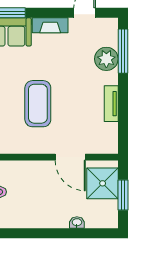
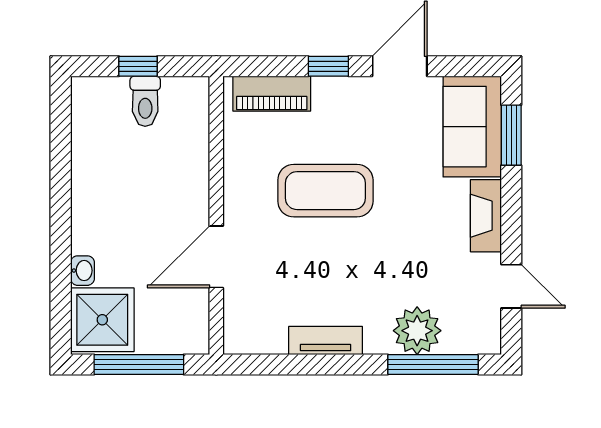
shower: (103, 183) -> (102, 320), moved
window: (123, 195) -> (139, 365), width x1.44

